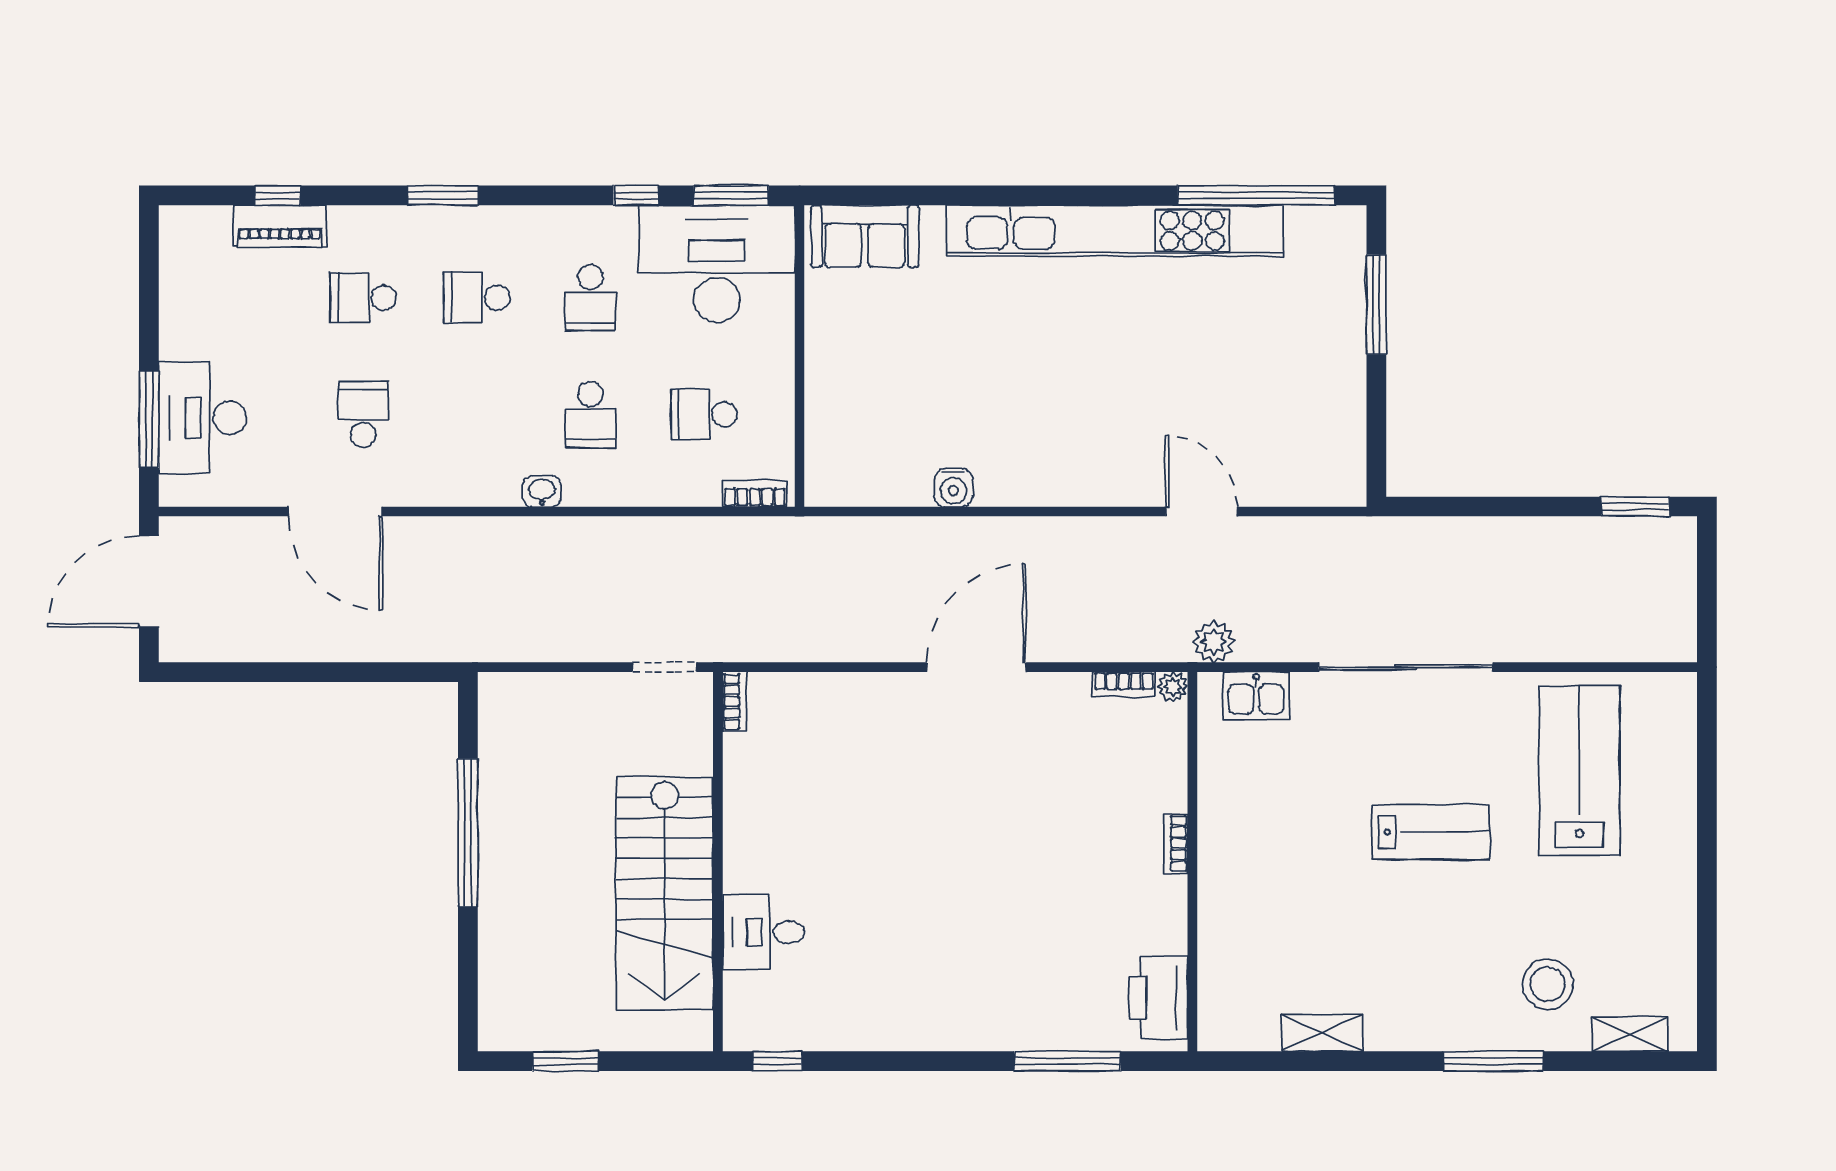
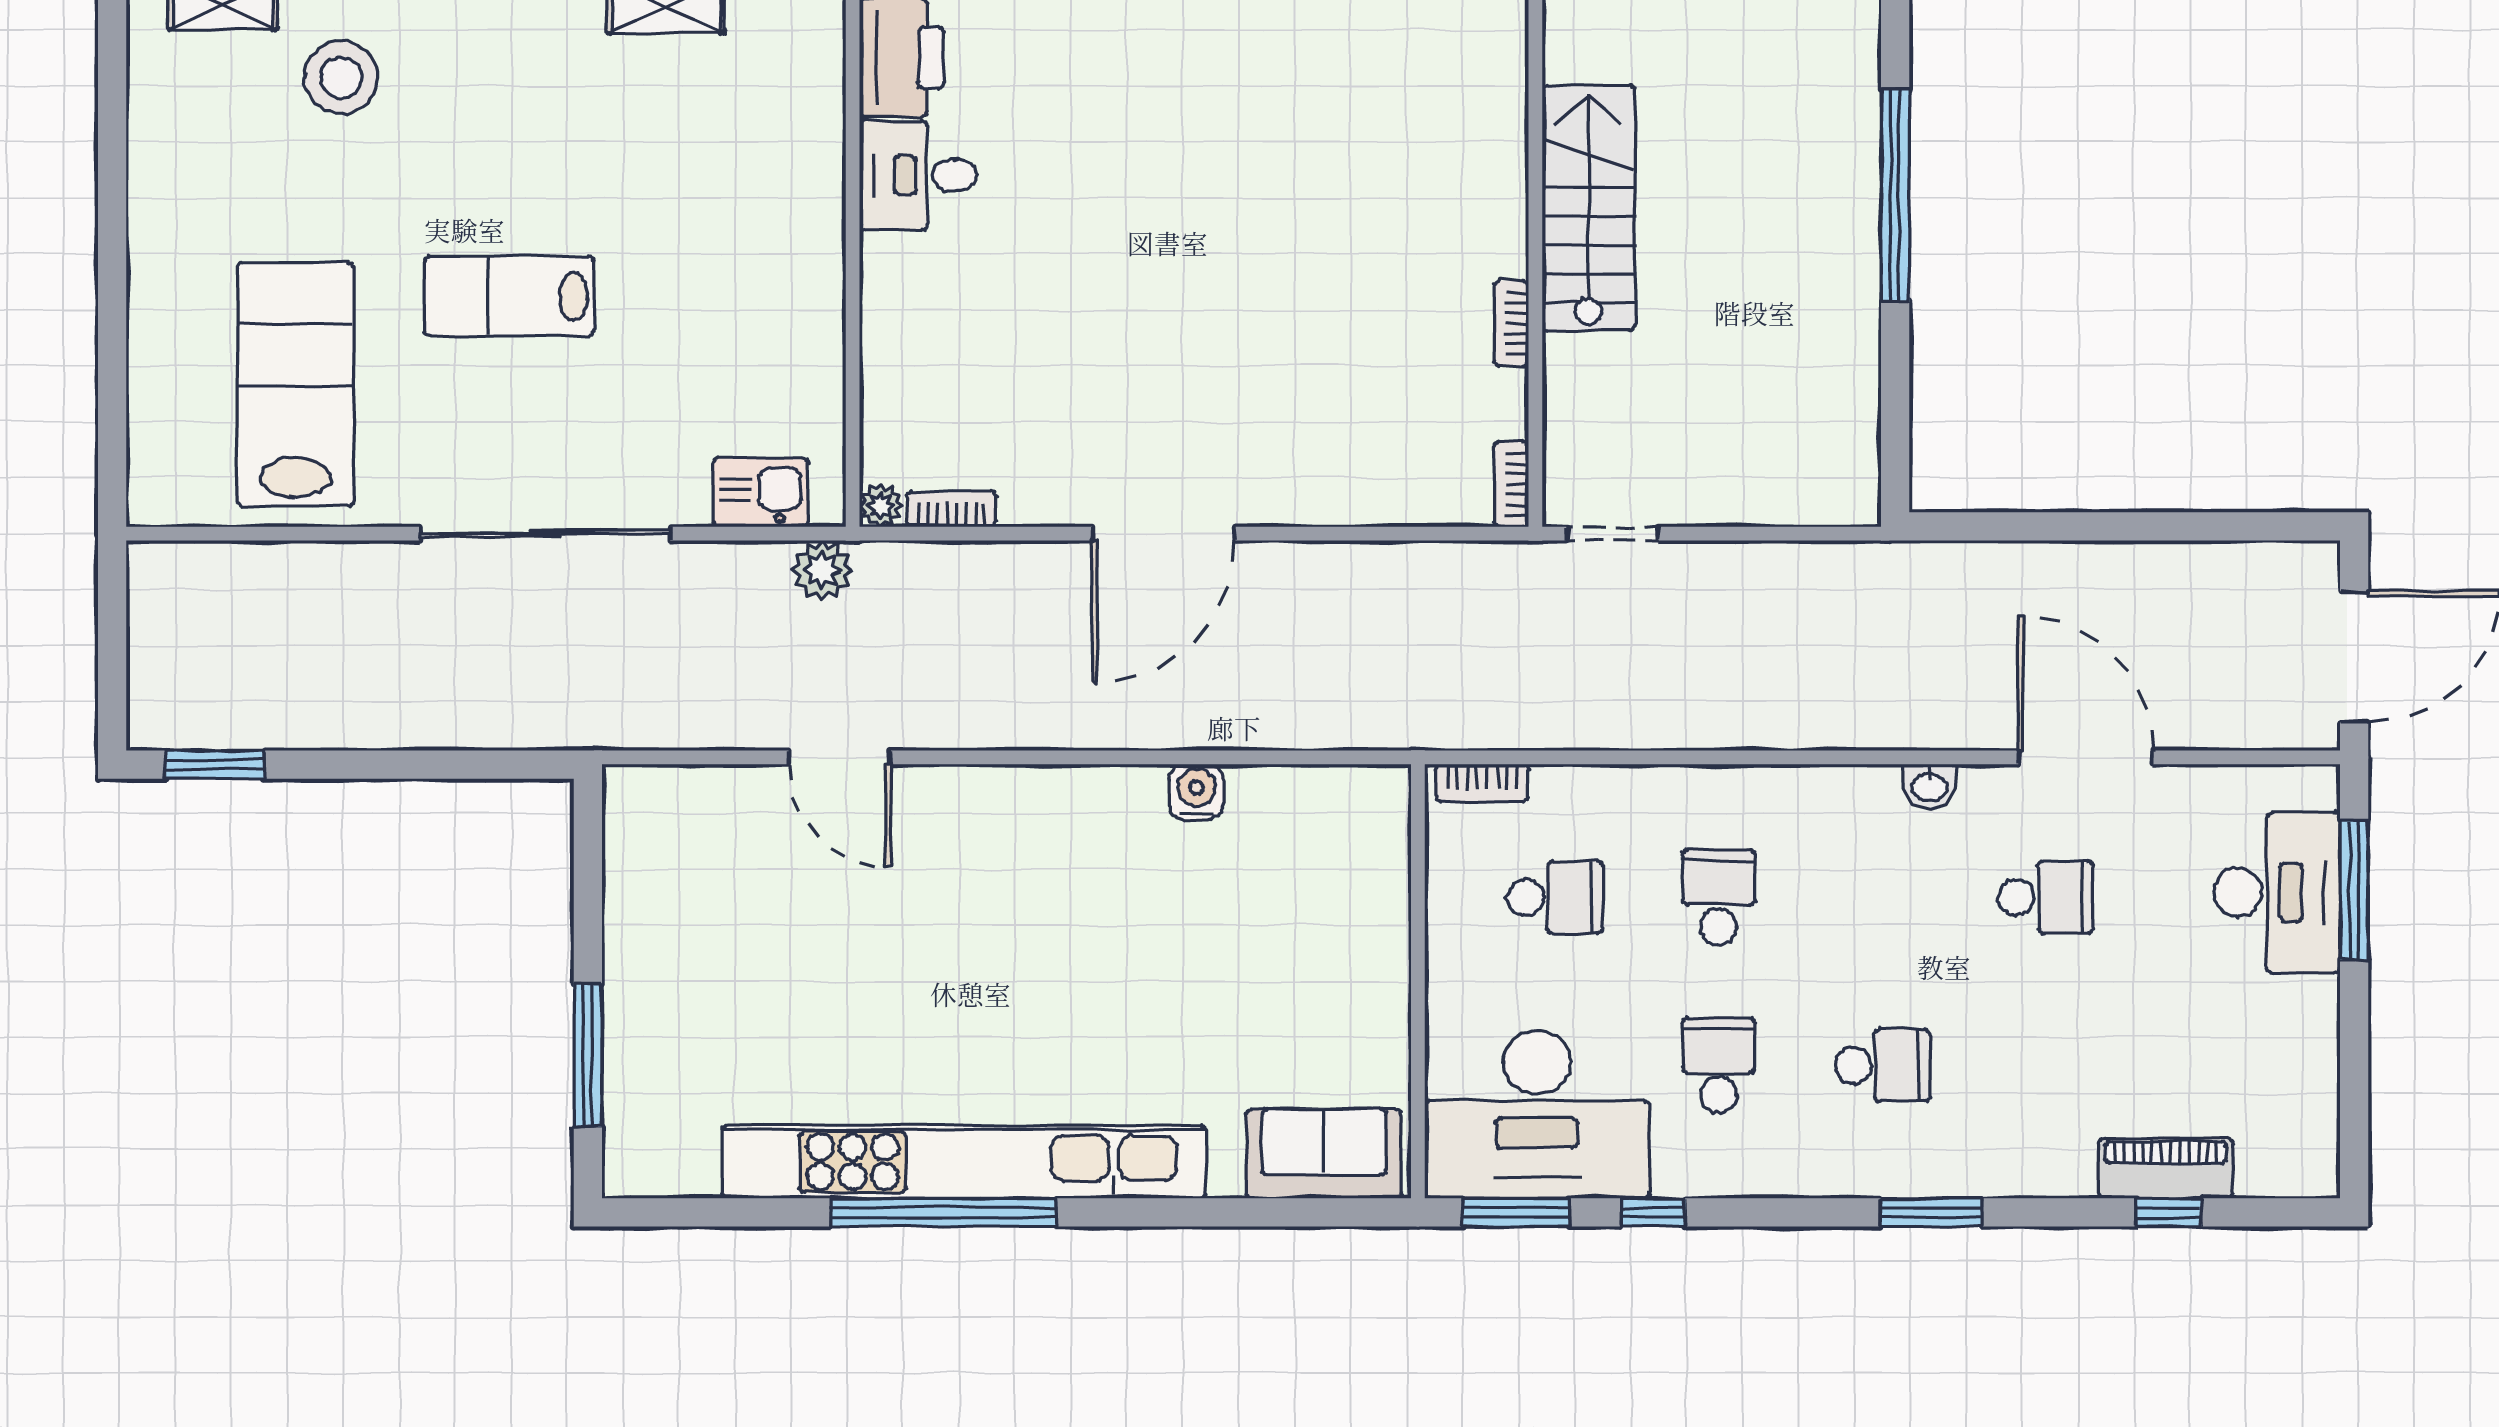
window: (1256, 195) -> (943, 1212), moved
school desk: (363, 298) -> (2046, 1065), removed
school desk: (363, 414) -> (2046, 897), turned -90
washbasin: (542, 492) -> (1930, 786), moved
lab bench: (1580, 771) -> (295, 385), turned 180
window: (468, 833) -> (1895, 196), moved
bookcase: (1176, 843) -> (1512, 323), moved, turned 180
stairs: (665, 893) -> (1588, 208), width x0.73, depth x0.66
desk: (763, 932) -> (918, 175), moved, turned 180

